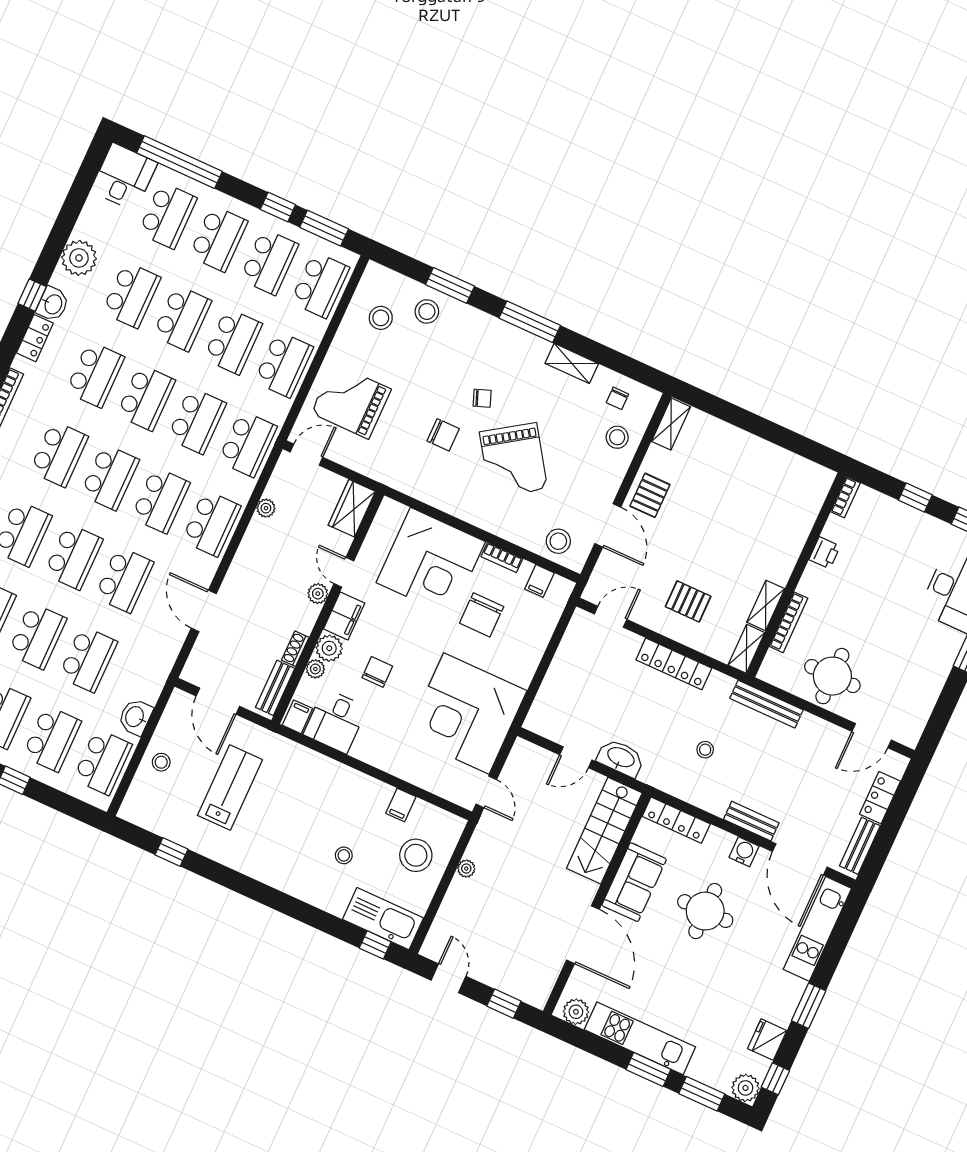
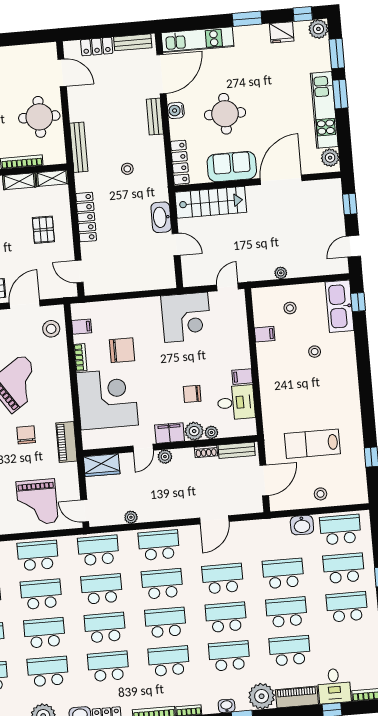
piano: (406, 481) -> (67, 442), added
corner desk: (466, 713) -> (186, 317), width x0.74, depth x0.74
filing cabinet: (297, 717) -> (242, 377), moved
stool: (416, 855) -> (290, 308), width x0.53, depth x0.53

